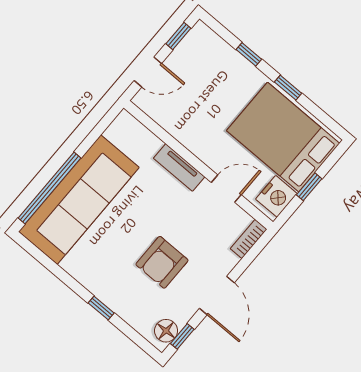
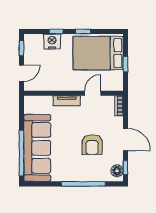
nightstand: (276, 196) -> (52, 41), moved, turned -90
window: (101, 308) -> (83, 184), width x3.17

